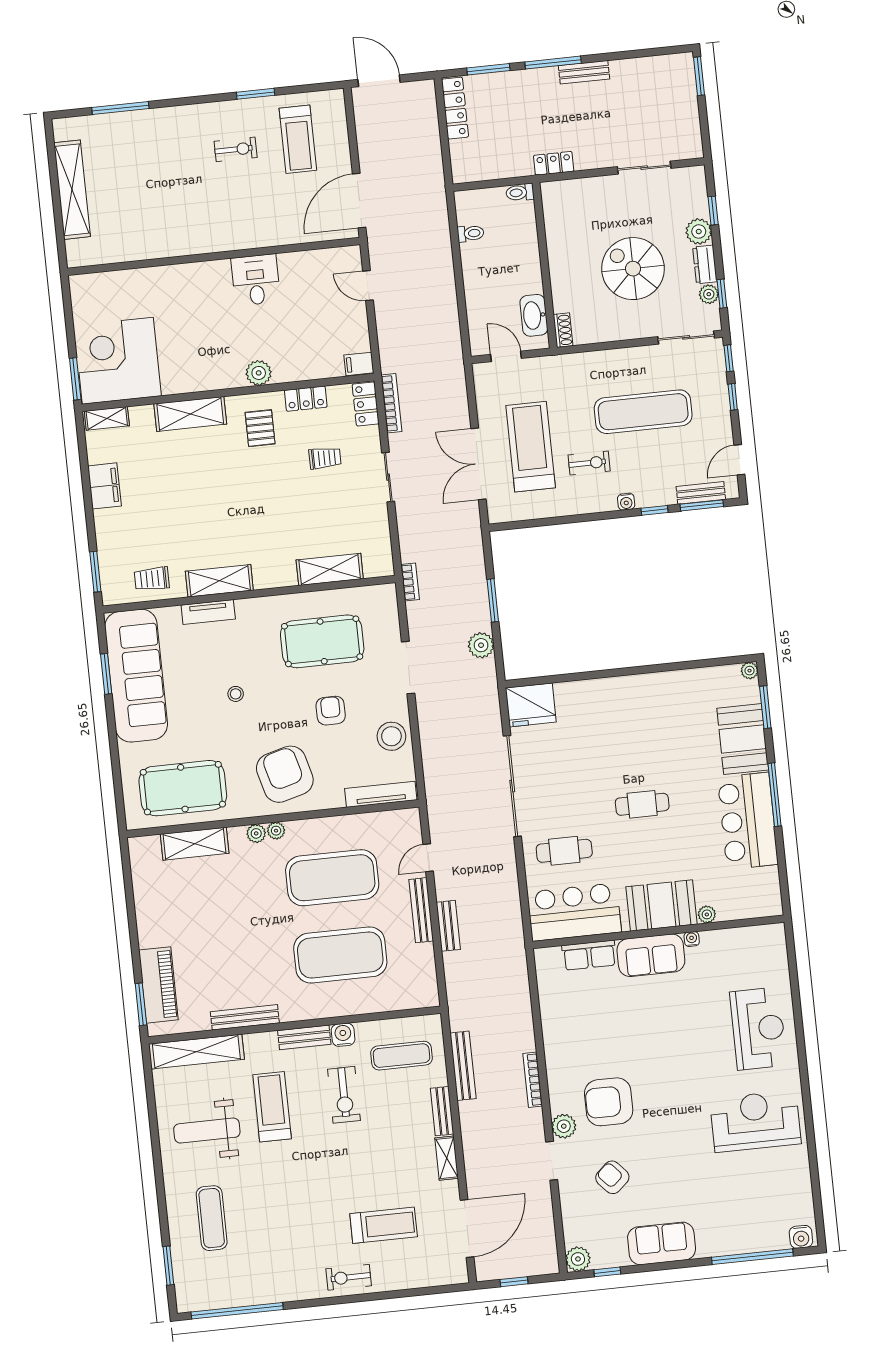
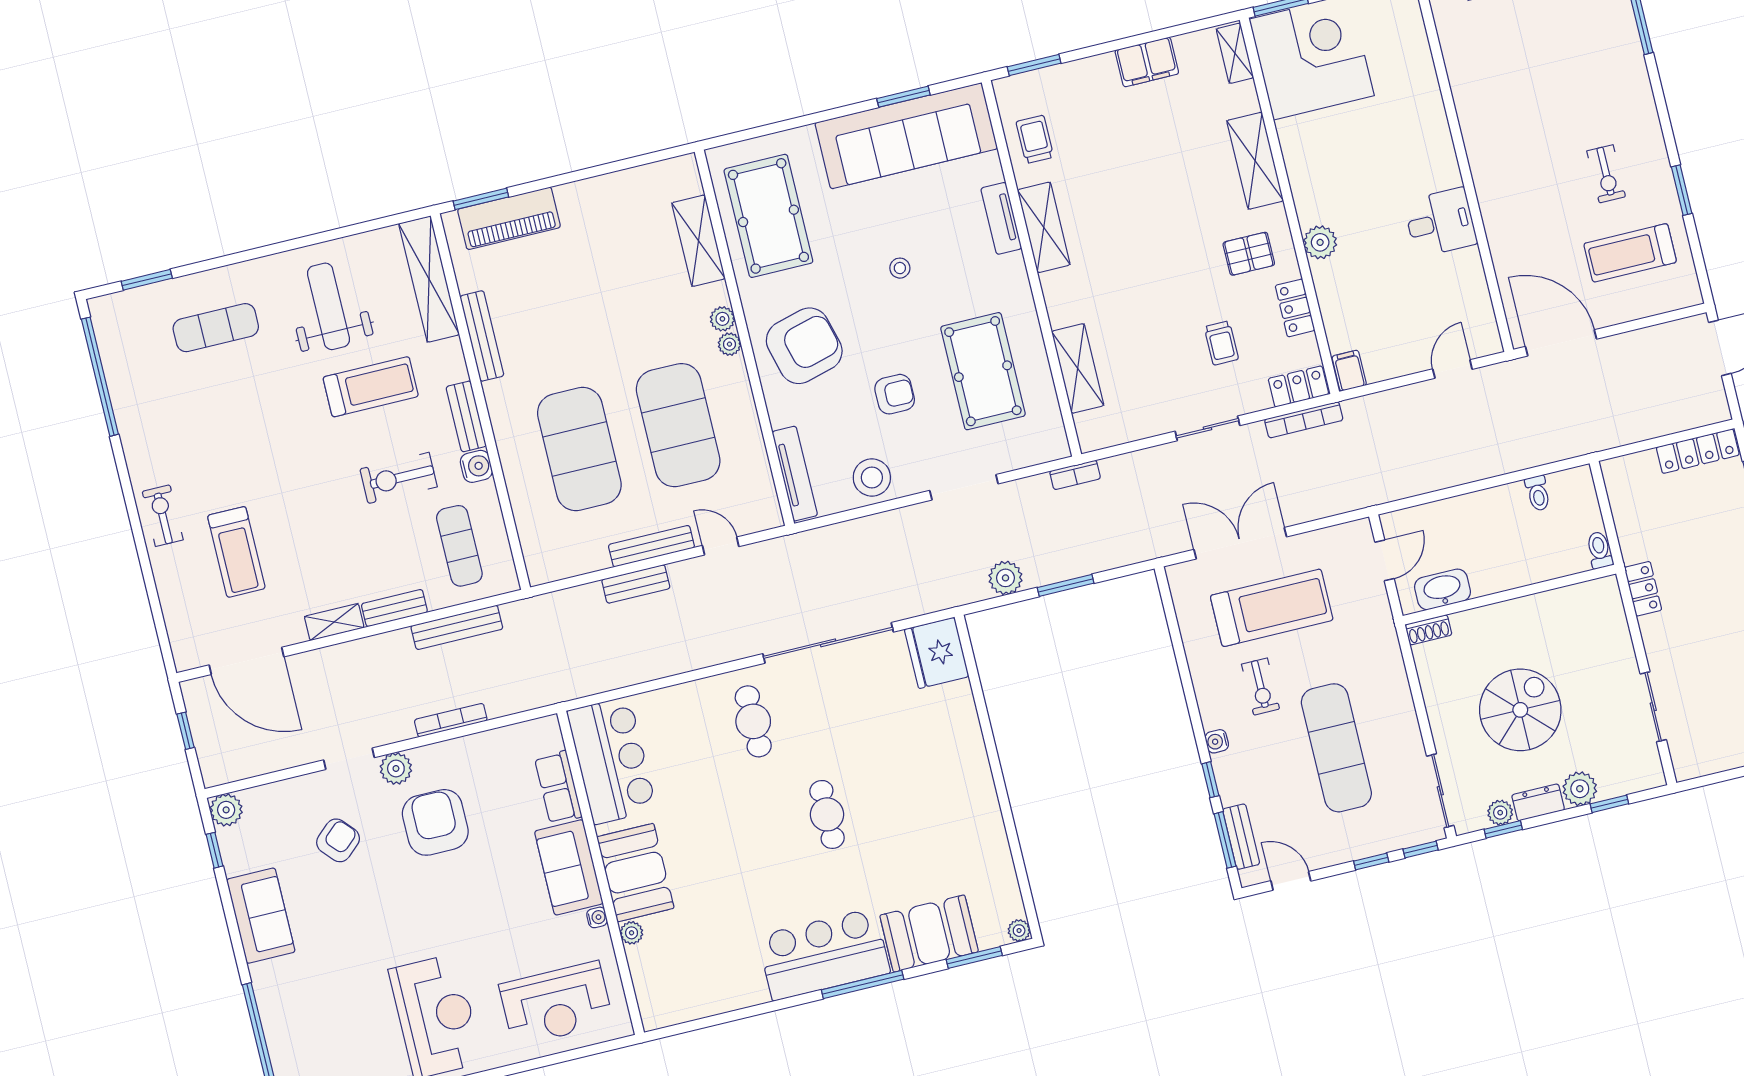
booth: (662, 905) -> (635, 873), moved
bar counter: (574, 912) -> (612, 760), moved
plant: (707, 914) -> (632, 933), moved
wall: (658, 932) -> (601, 873), moved
water cooler: (692, 939) -> (597, 917), moved
row of seats: (589, 955) -> (558, 787), moved
sofa: (651, 955) -> (569, 867), moved

